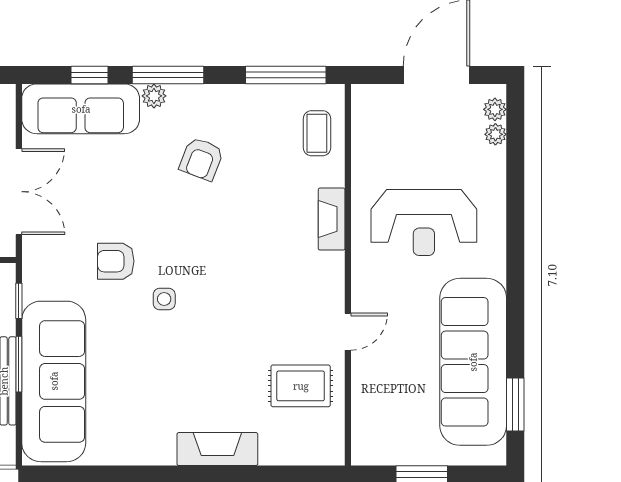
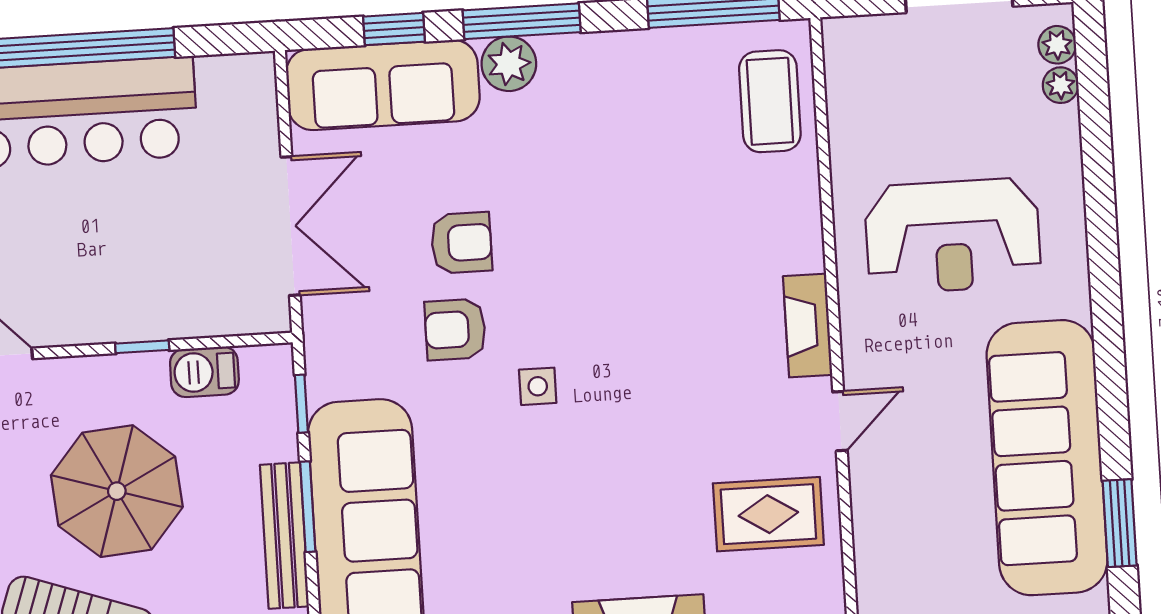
plant: (154, 96) -> (509, 64), width x1.38, depth x1.38
coffee table: (317, 133) -> (770, 101), width x1.36, depth x1.30
armchair: (201, 159) -> (461, 243), moved, turned -111
fireplace: (332, 219) -> (808, 325), moved

